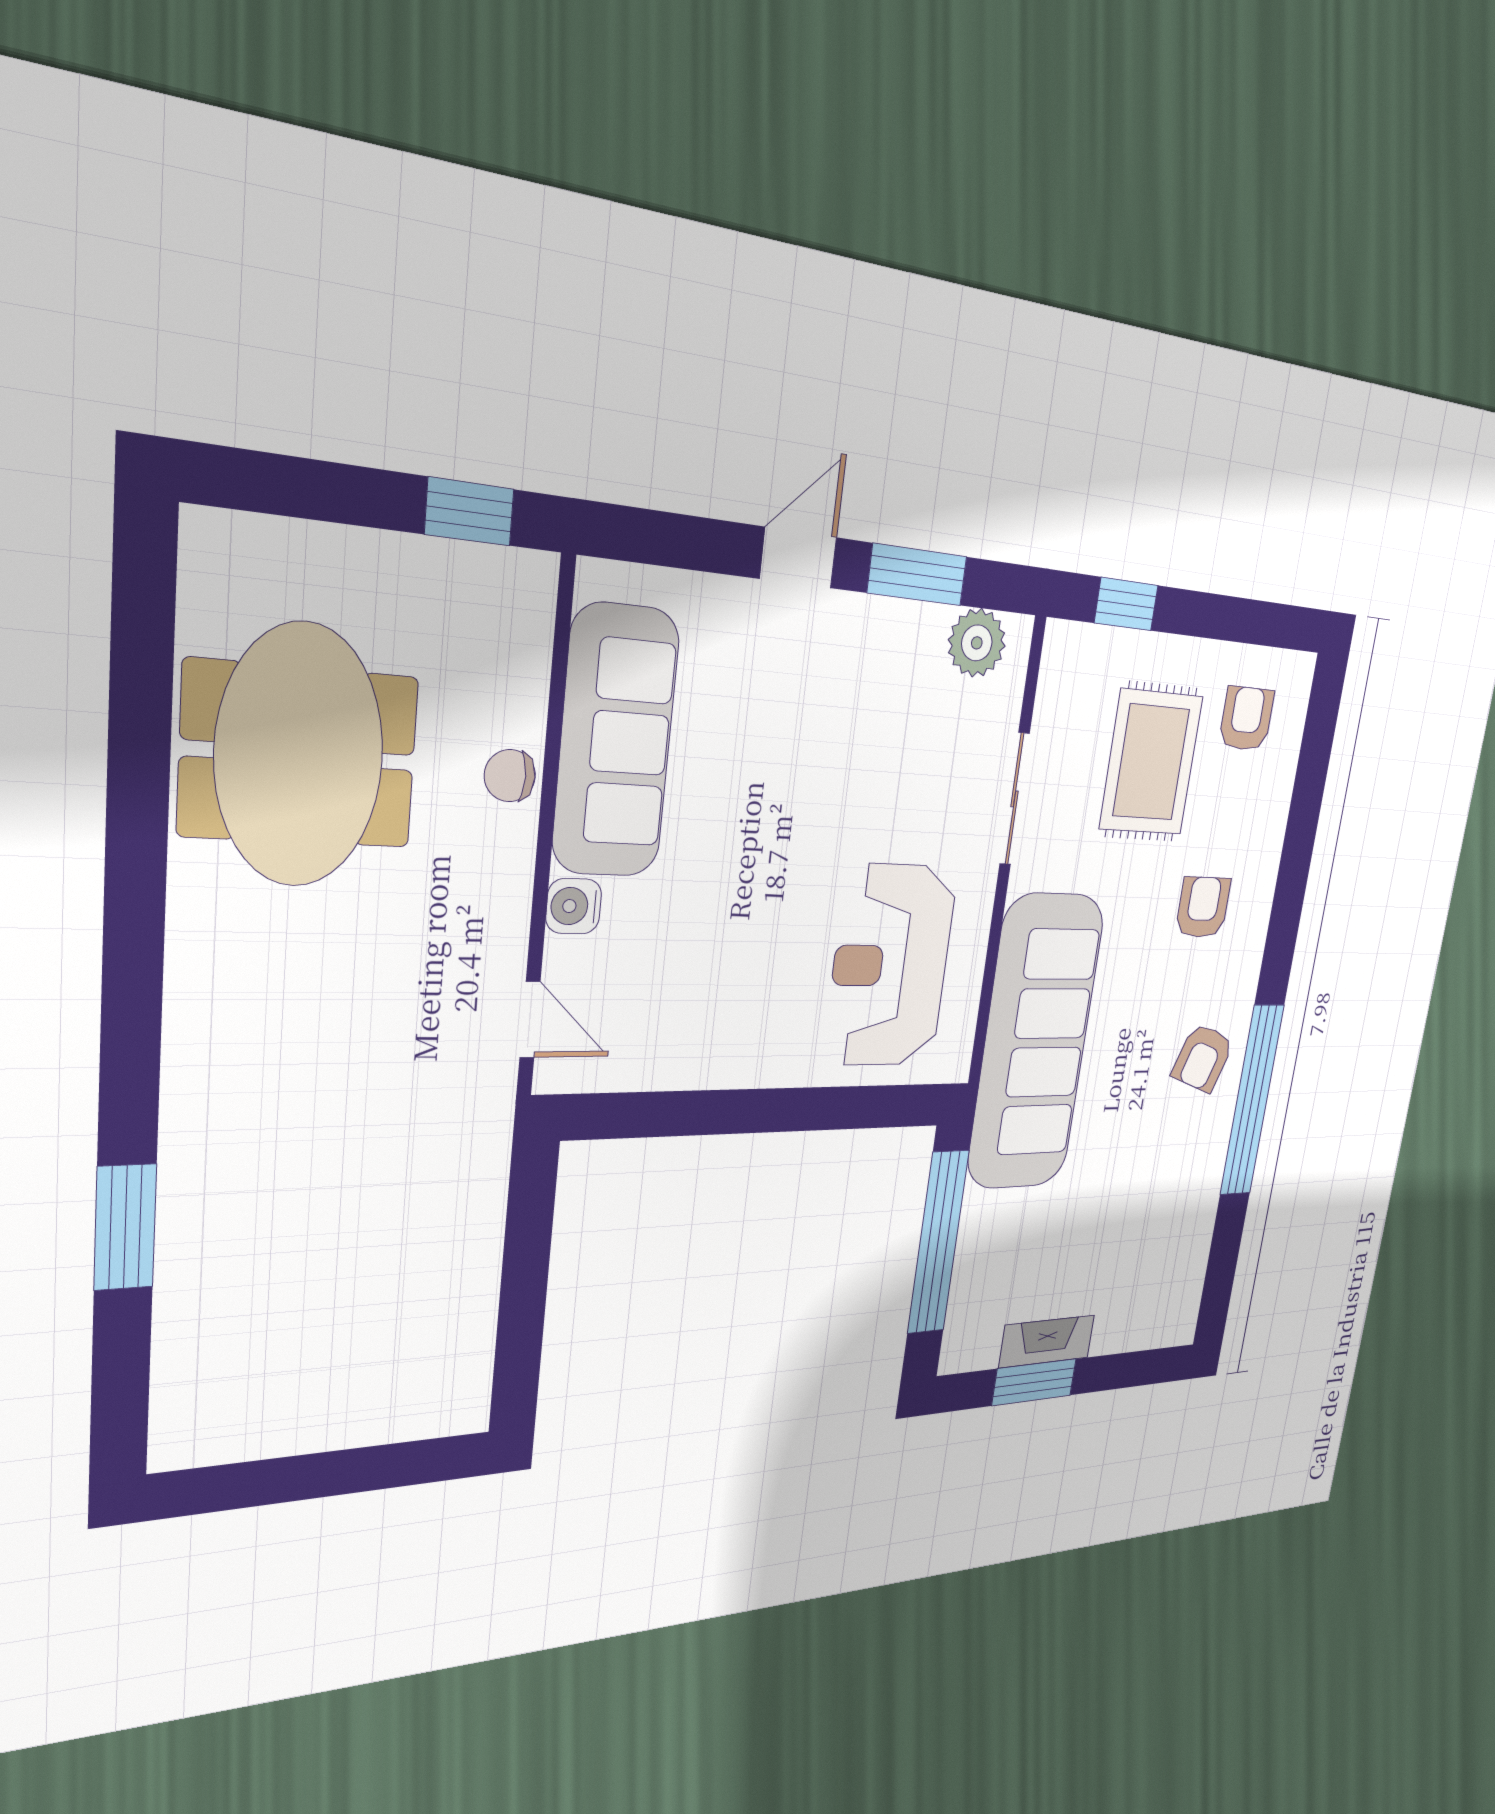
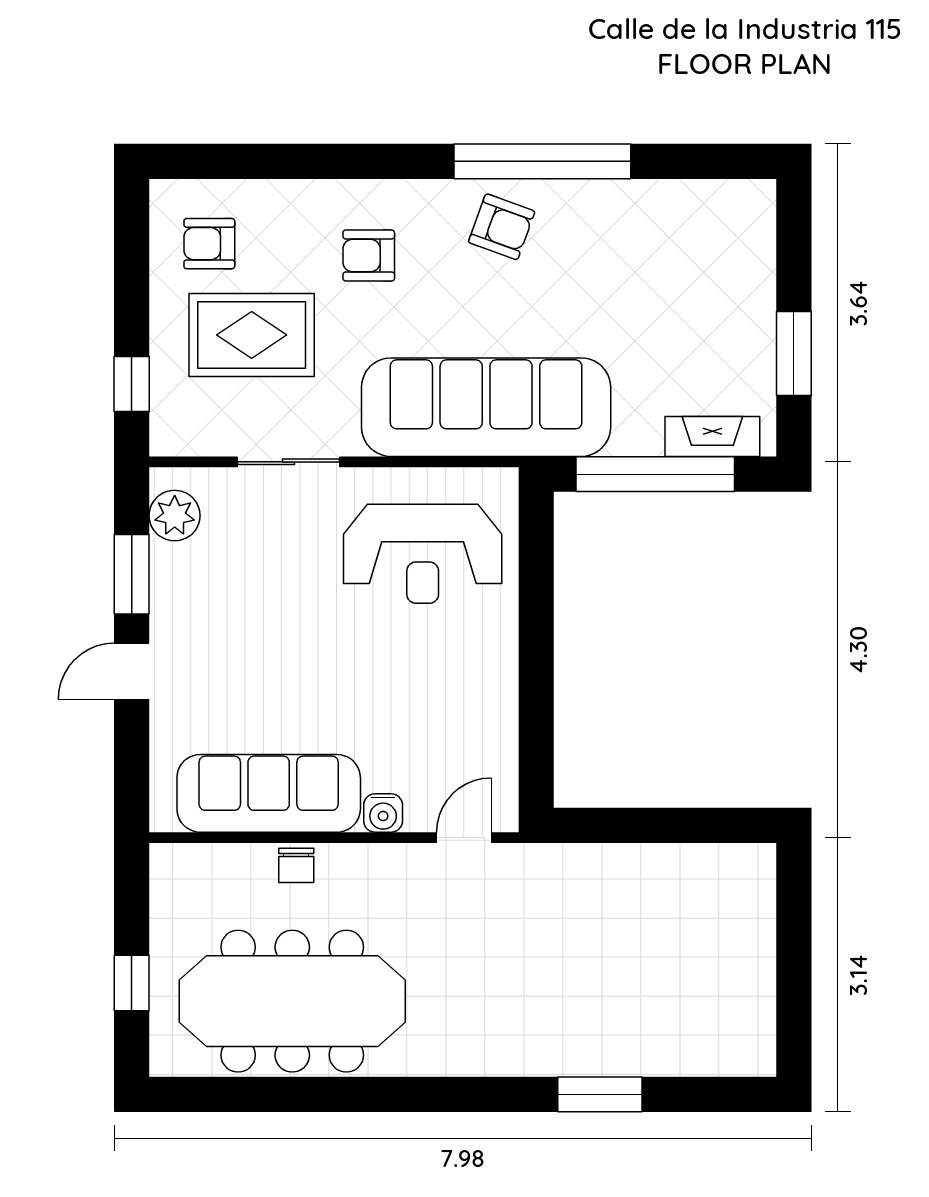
window: (469, 512) -> (132, 983), moved
door: (798, 558) -> (132, 671), hinge flipped
meeting table: (300, 756) -> (292, 1001), width x1.36
fireplace: (1047, 1342) -> (712, 436), moved, turned 90

